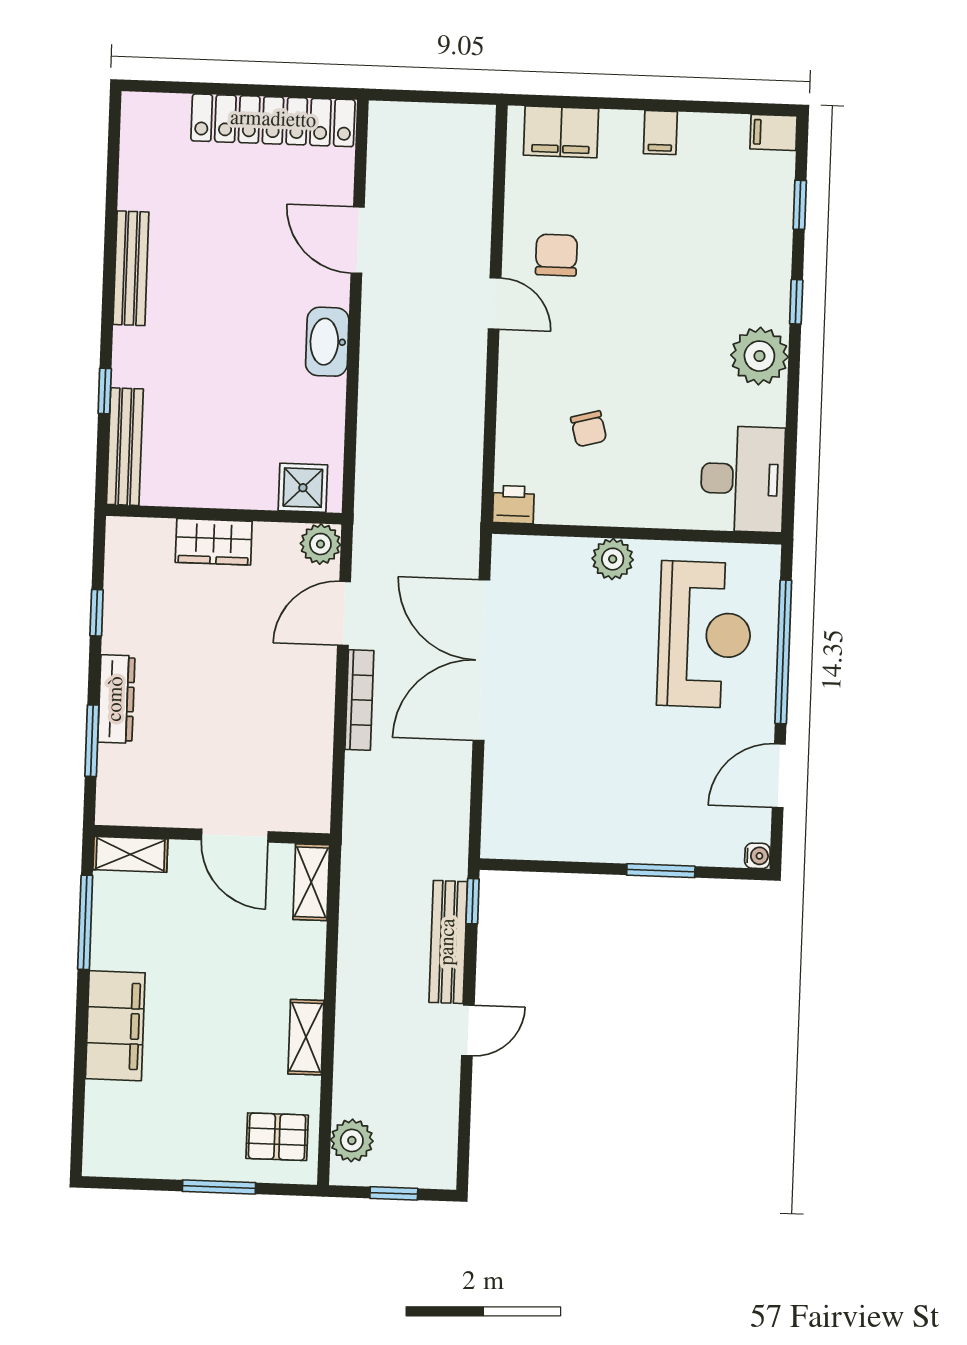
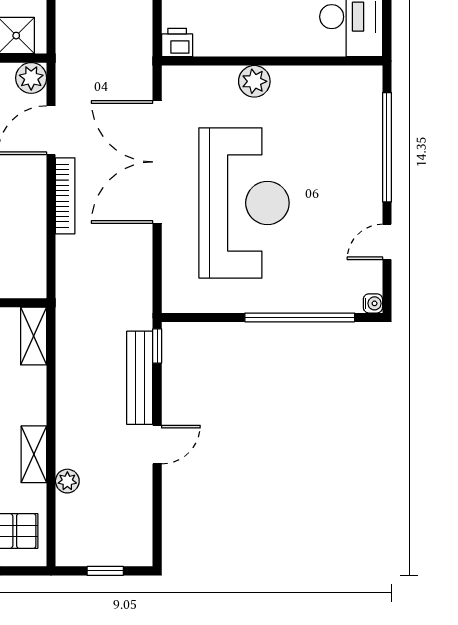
reception desk: (704, 634) -> (244, 203), moved, width x1.36, depth x1.30
door: (779, 776) -> (387, 242), width x0.73
window: (661, 871) -> (300, 317), width x2.11
plant: (352, 1140) -> (67, 481), moved, width x0.73, depth x0.73

